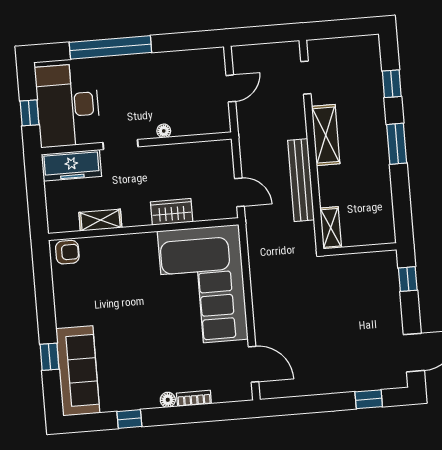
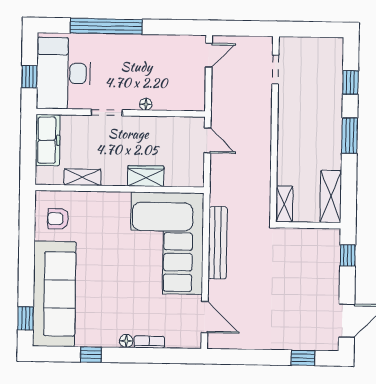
door: (231, 88) -> (209, 55), moved
shelving: (326, 135) -> (331, 197), moved
freezer: (71, 165) -> (48, 140), moved, turned -90
bench: (301, 180) -> (218, 243), moved
door: (239, 192) -> (207, 140), moved
armchair: (67, 252) -> (58, 219), moved, turned 180
window: (49, 357) -> (26, 318), moved
sofa: (78, 371) -> (54, 294), width x1.36, depth x1.27

